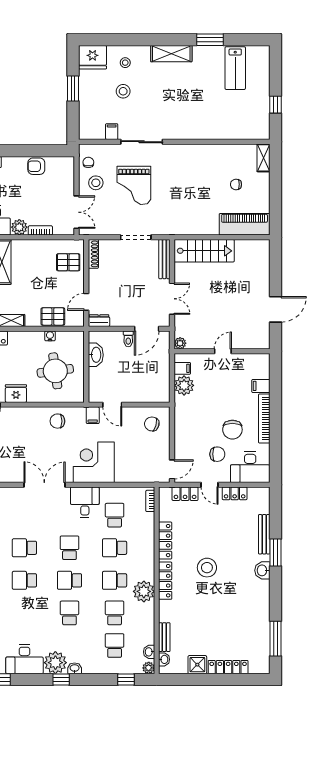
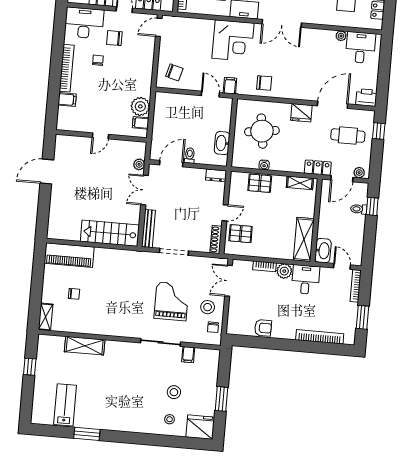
shelving: (171, 54) -> (85, 346), moved
door: (86, 302) -> (225, 213), moved
plant: (180, 343) -> (139, 164), moved
chair: (232, 430) -> (98, 60), width x0.54, depth x0.54

